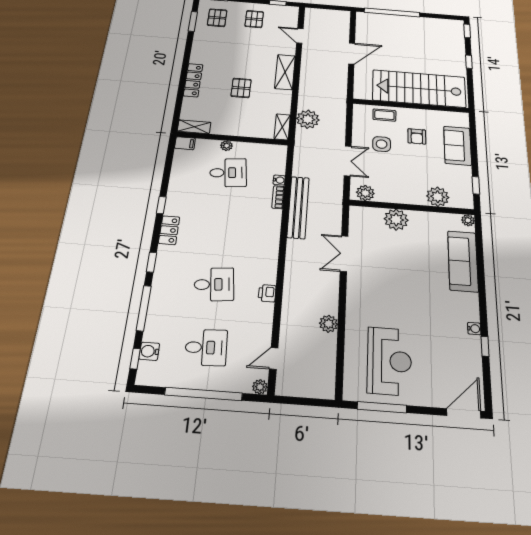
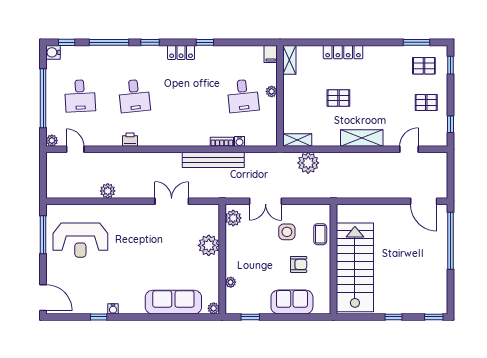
door: (352, 53) -> (424, 201), moved
armchair: (417, 136) -> (299, 264), turned 180
plant: (438, 197) -> (231, 282), width x0.53, depth x0.53
water cooler: (149, 351) -> (53, 52), moved, turned -90

